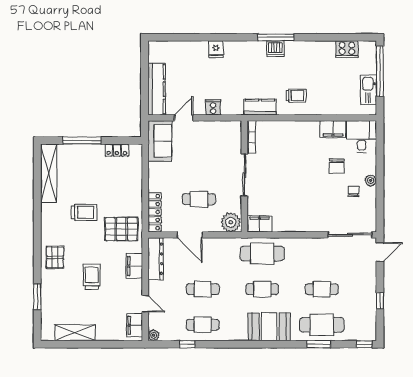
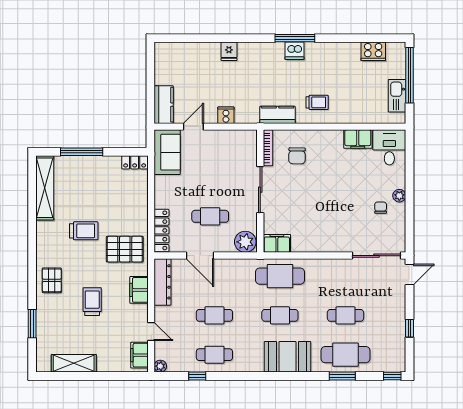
kitchen counter: (157, 89) -> (164, 105), width x0.67
locker: (117, 150) -> (135, 162), moved
chair: (337, 166) -> (297, 156), moved

